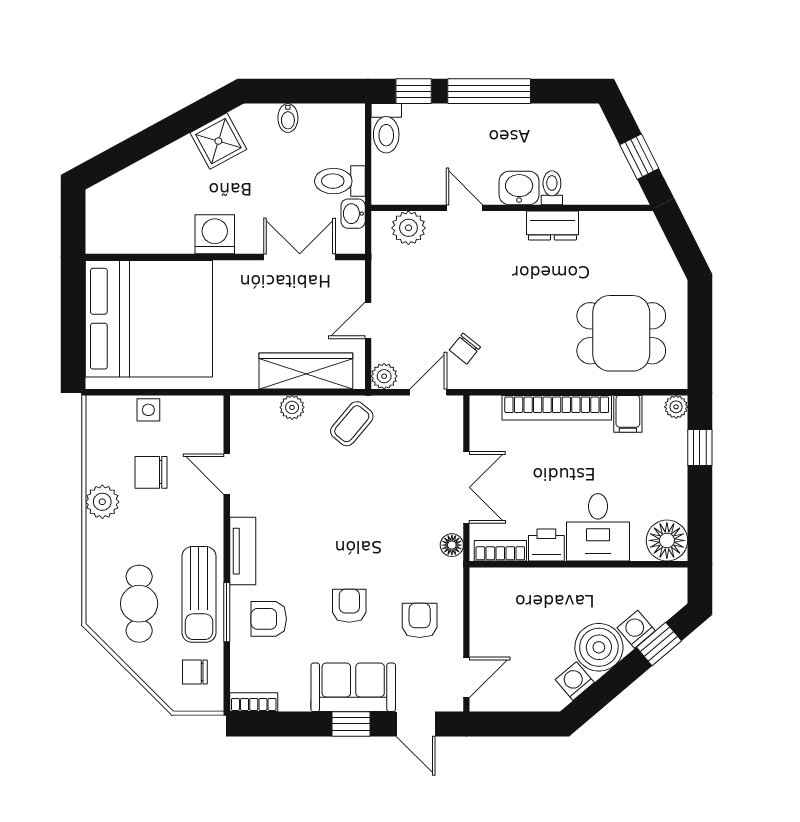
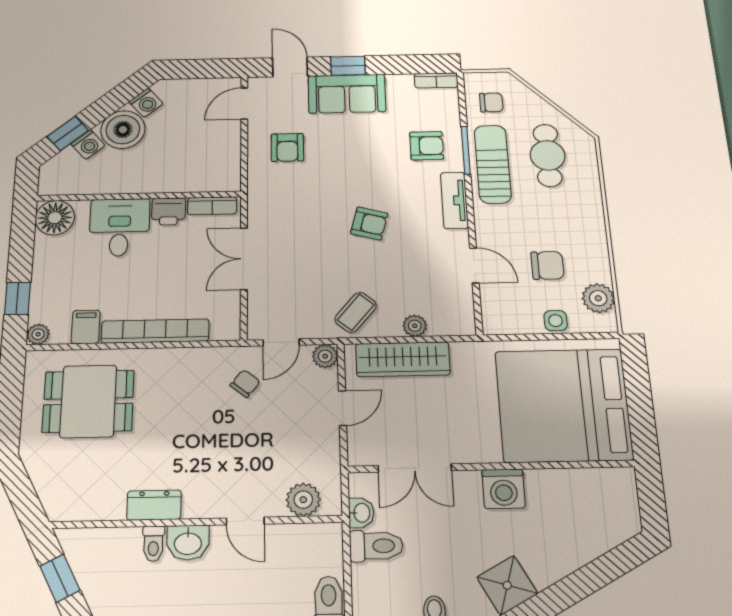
plant: (102, 502) -> (598, 298), moved
floor lamp: (452, 545) -> (258, 210), removed
armchair: (349, 606) -> (369, 223), moved, turned -75

